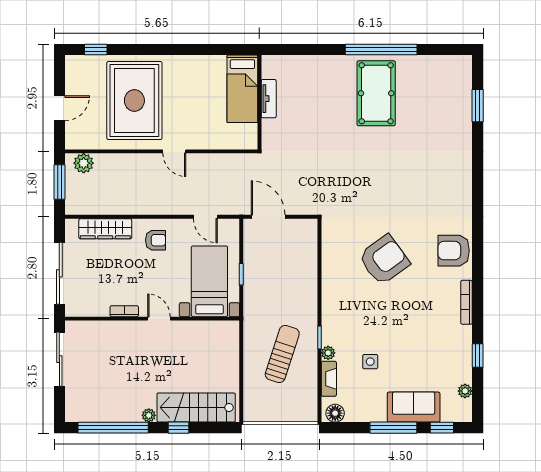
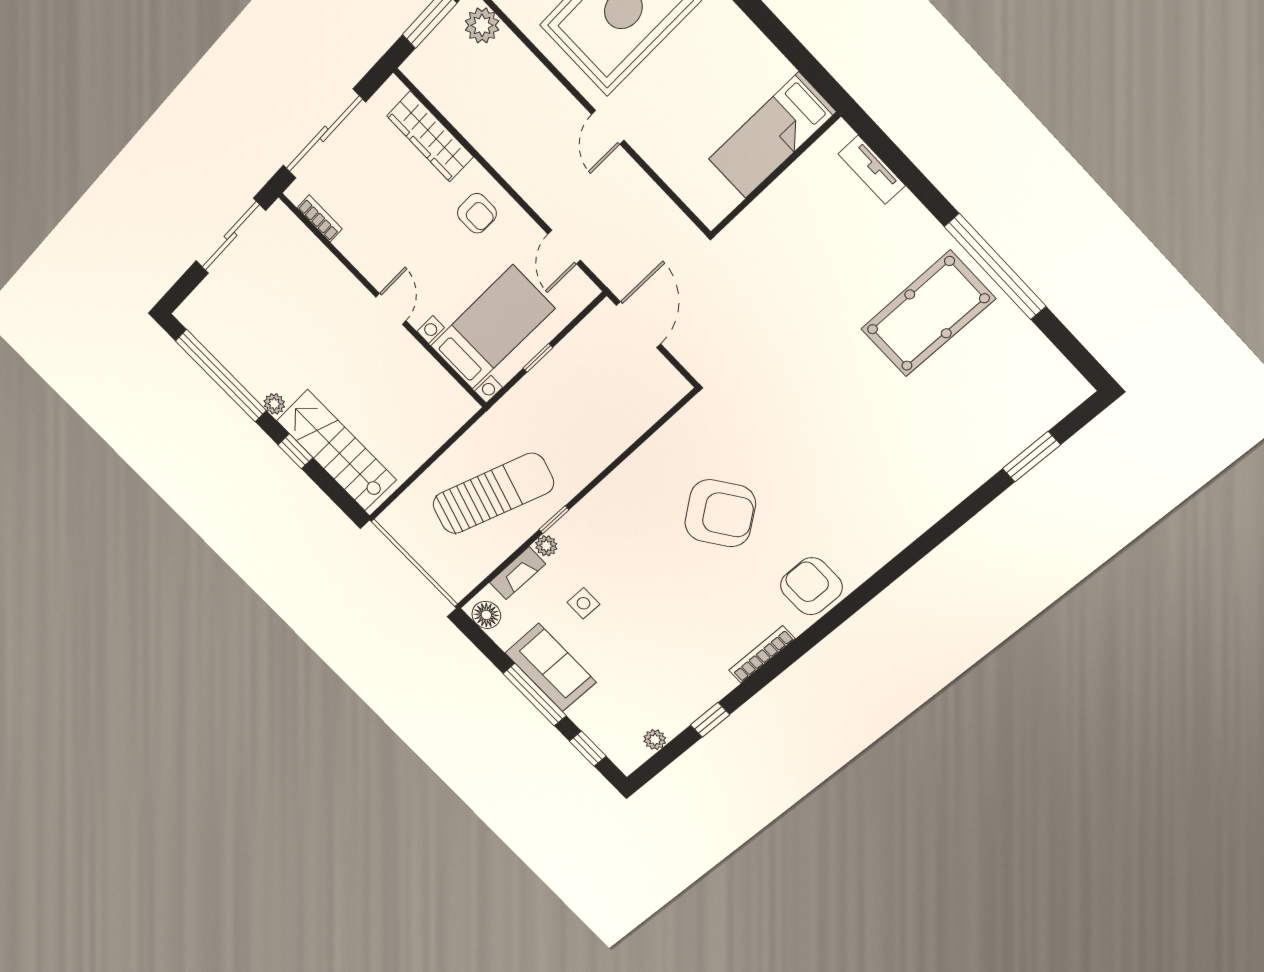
tv unit: (269, 99) -> (872, 170), moved, turned 90
bookcase: (124, 311) -> (320, 218), moved
sun lounger: (282, 354) -> (493, 494), width x1.36, depth x1.34
sofa: (414, 407) -> (551, 668), moved

